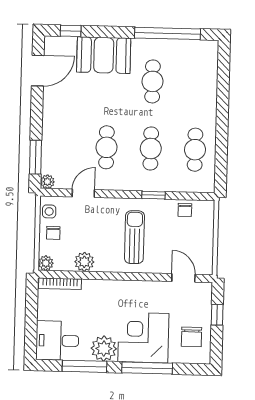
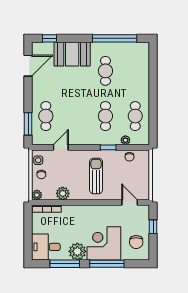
cafe table: (106, 147) -> (46, 116), moved
plant: (47, 182) -> (125, 140), moved

